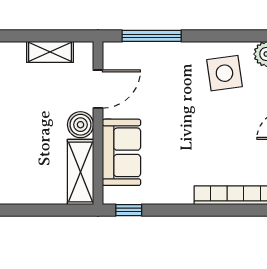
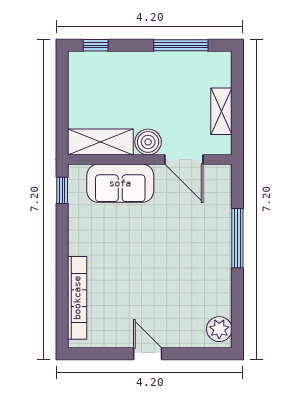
window: (152, 36) -> (237, 238), moved
side table: (224, 73) -> (200, 287), removed

